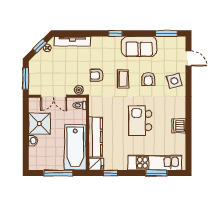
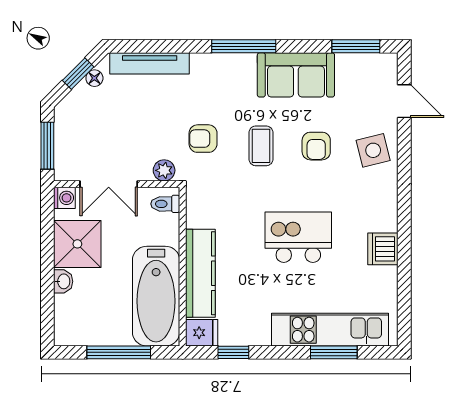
window: (115, 33) -> (244, 46), width x2.17
washing machine: (33, 103) -> (64, 198), added
kitchen island: (140, 121) -> (298, 237), turned 90

